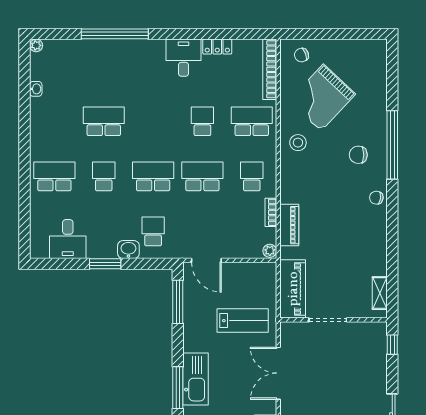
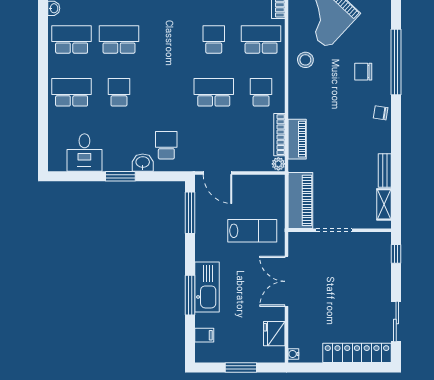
school desk: (153, 176) -> (72, 39), moved
bookcase: (271, 212) -> (279, 135), width x1.56
bench: (381, 258) -> (385, 170), added

